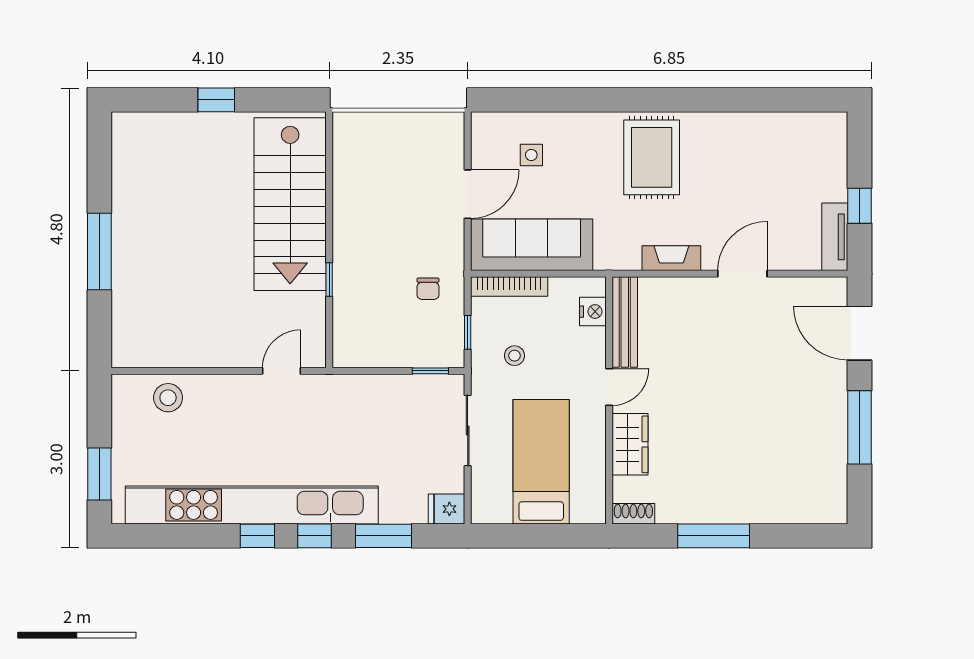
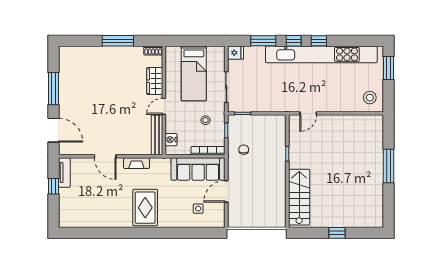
stairs: (290, 204) -> (299, 197), width x0.73, depth x0.66
door: (742, 274) -> (105, 156), hinge flipped
stool: (168, 398) -> (370, 98), moved

